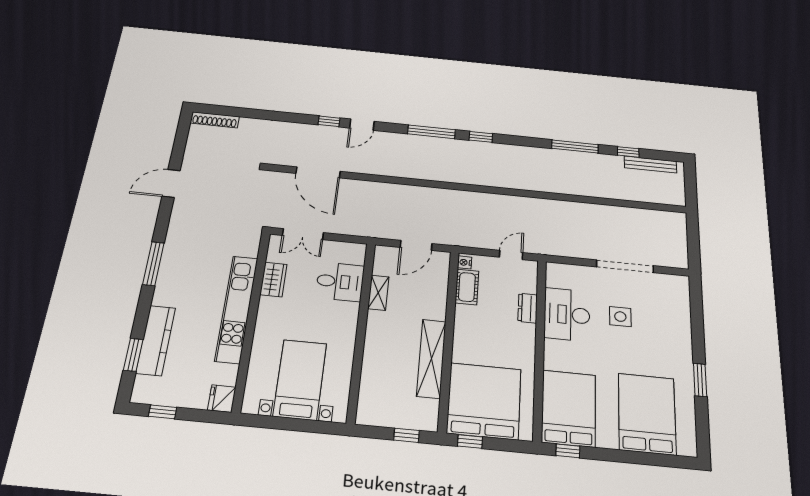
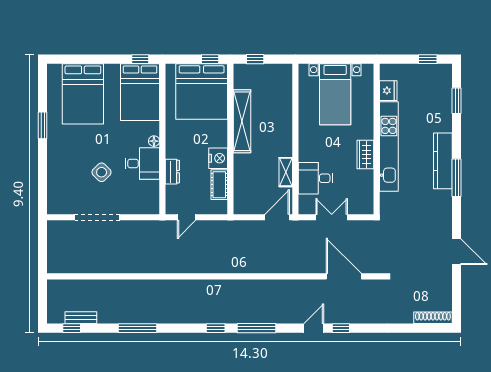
window: (628, 152) -> (72, 328), moved
bench: (650, 164) -> (81, 318), width x0.73
door: (171, 183) -> (457, 252), hinge flipped
double door: (303, 234) -> (332, 217), moved
door: (416, 245) -> (277, 217), moved
nightstand: (465, 262) -> (218, 158), moved, width x1.89, depth x1.79
wardrobe: (273, 280) -> (365, 154), moved
desk: (567, 314) -> (142, 164), width x0.73
side table: (620, 317) -> (102, 172), turned 45
kitchen counter: (156, 340) -> (443, 161), moved
floor lamp: (551, 346) -> (154, 141), added
fridge: (222, 399) -> (388, 91), moved

